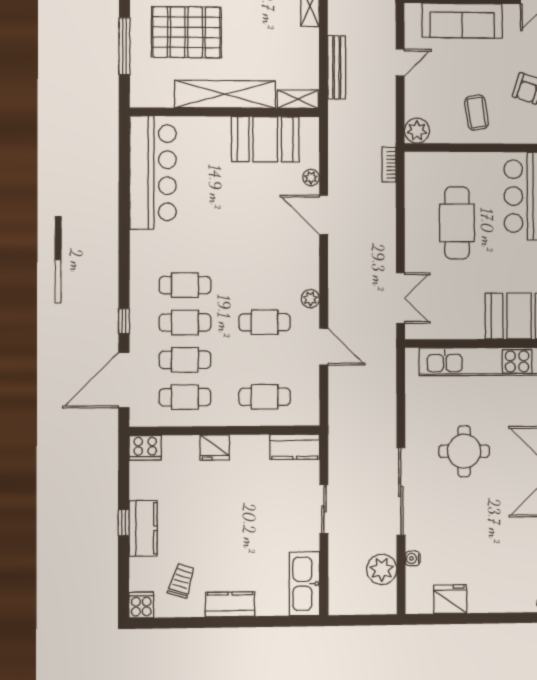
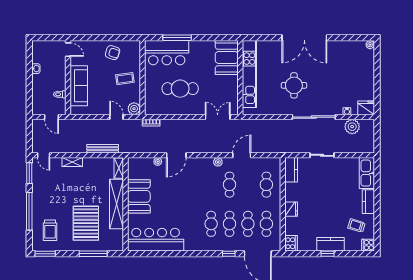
door: (400, 63) -> (116, 117), moved
booth: (265, 139) -> (139, 196), moved
kitchen sink: (304, 584) -> (367, 173), moved, turned 90
fridge: (450, 599) -> (366, 108), moved, turned 90

